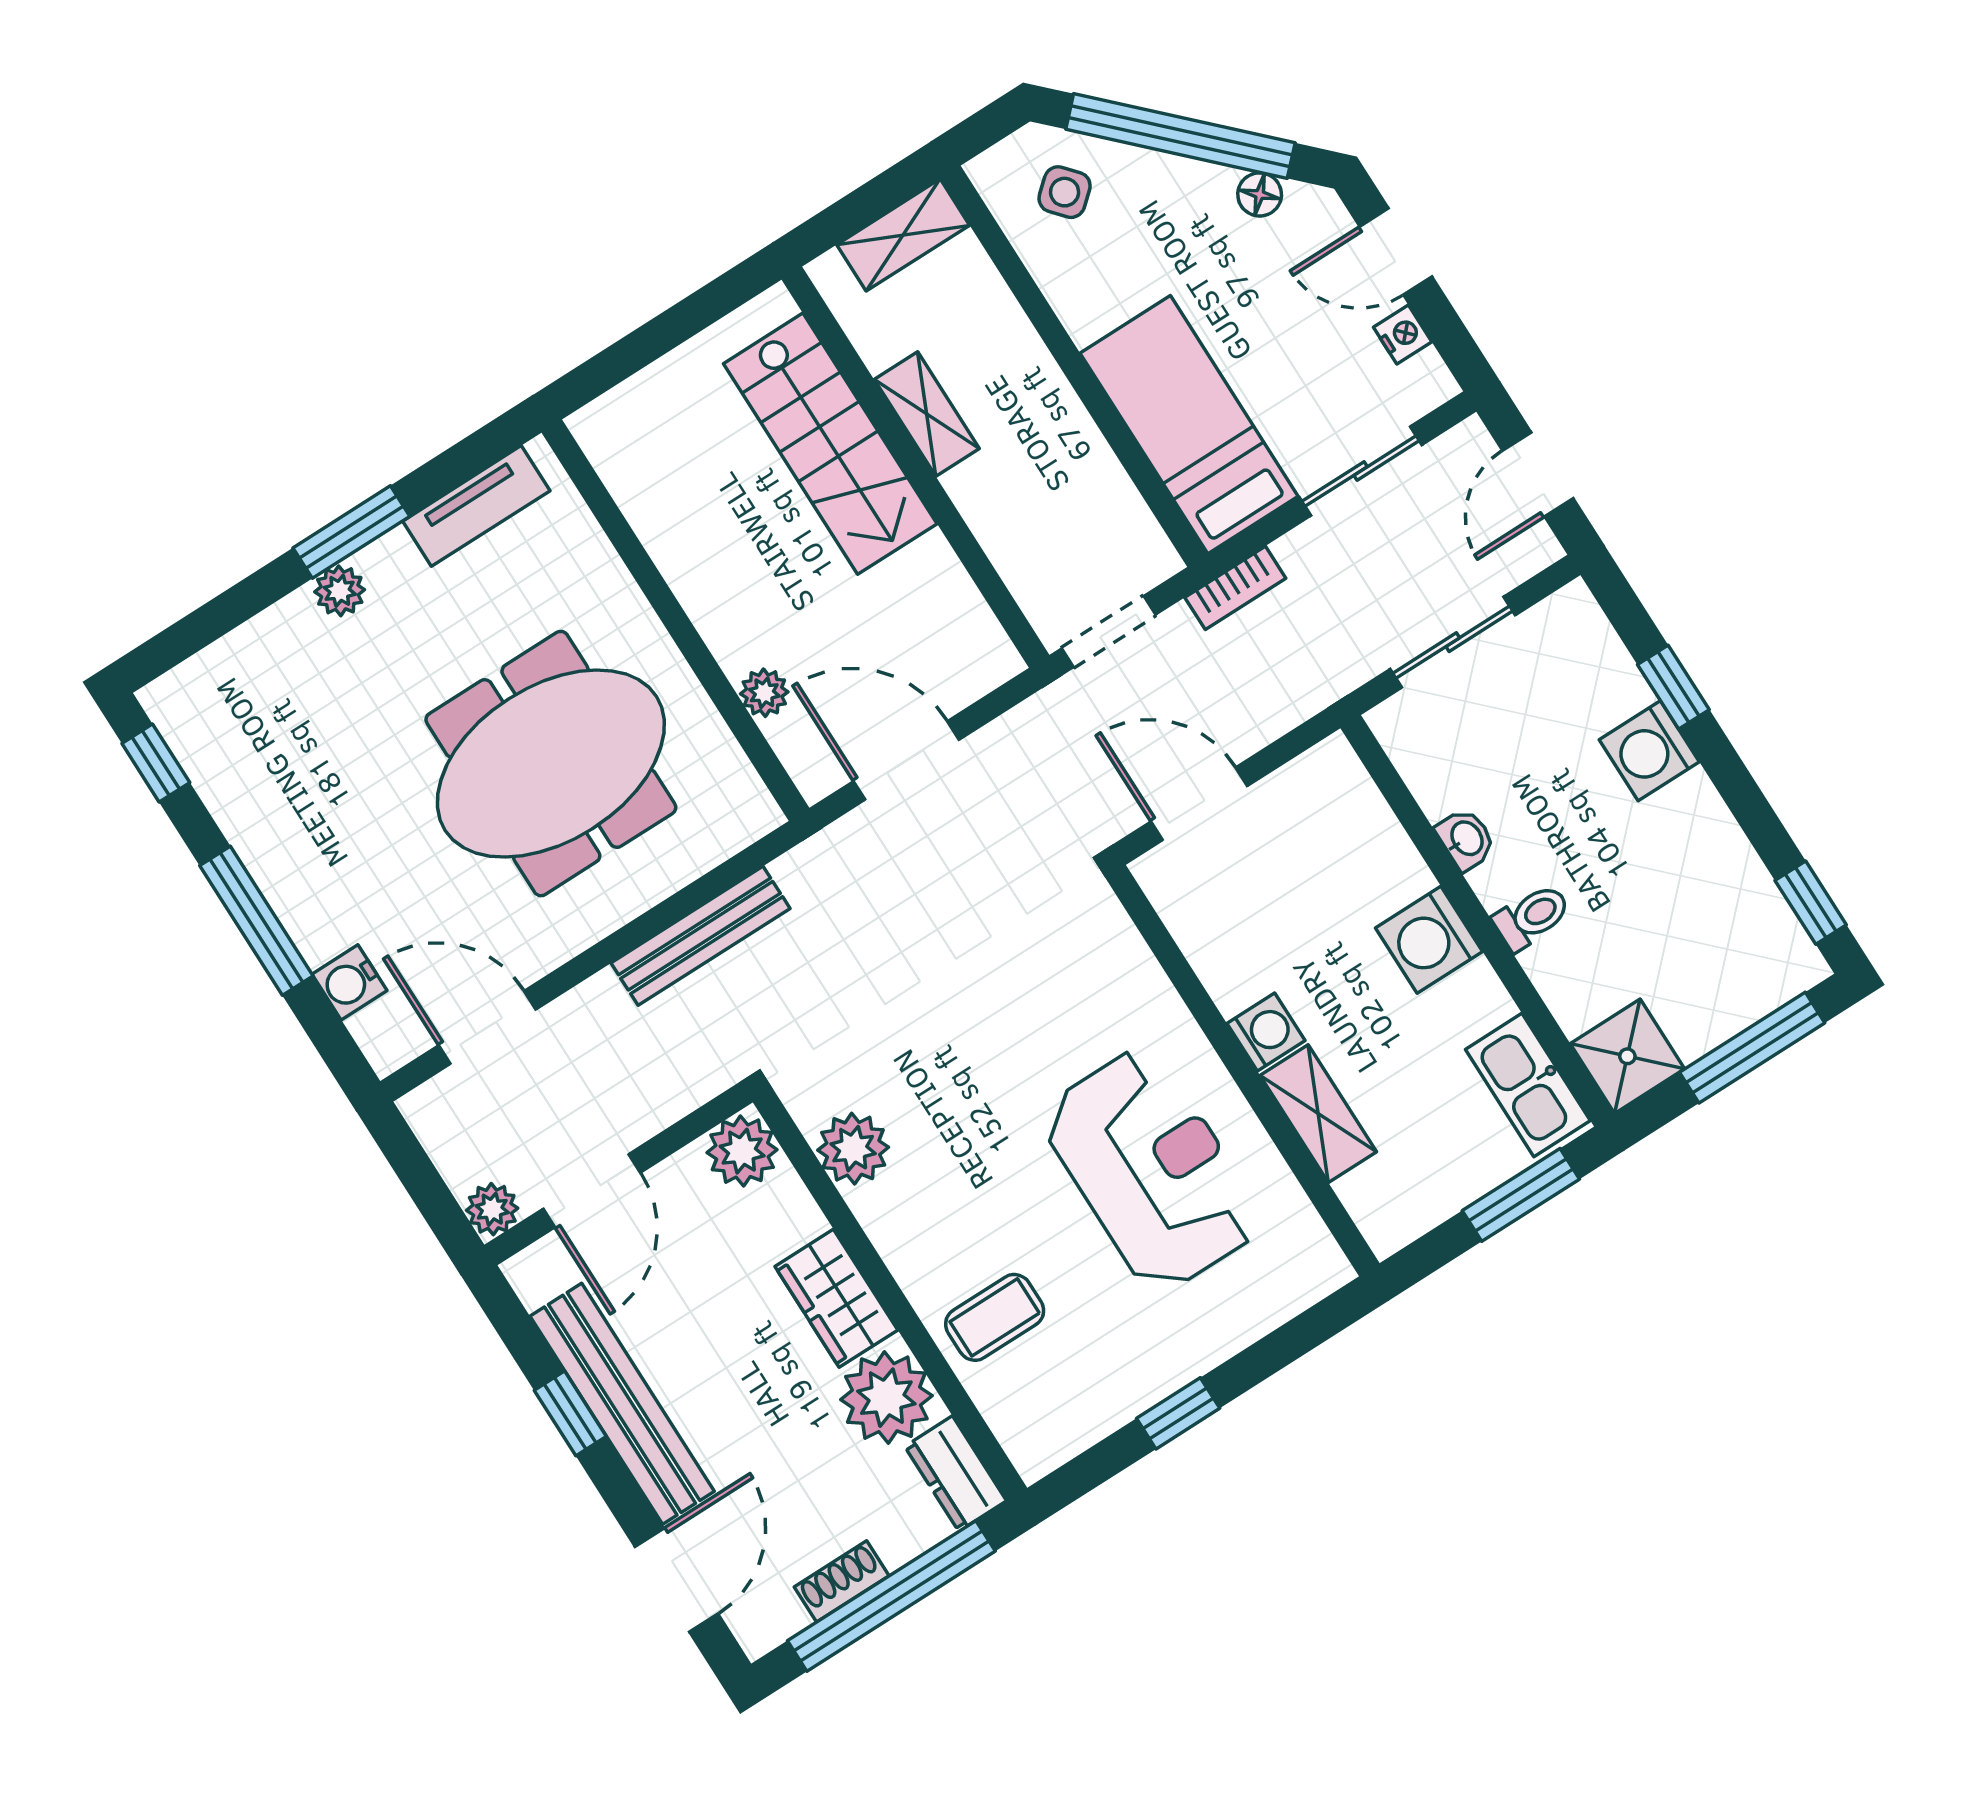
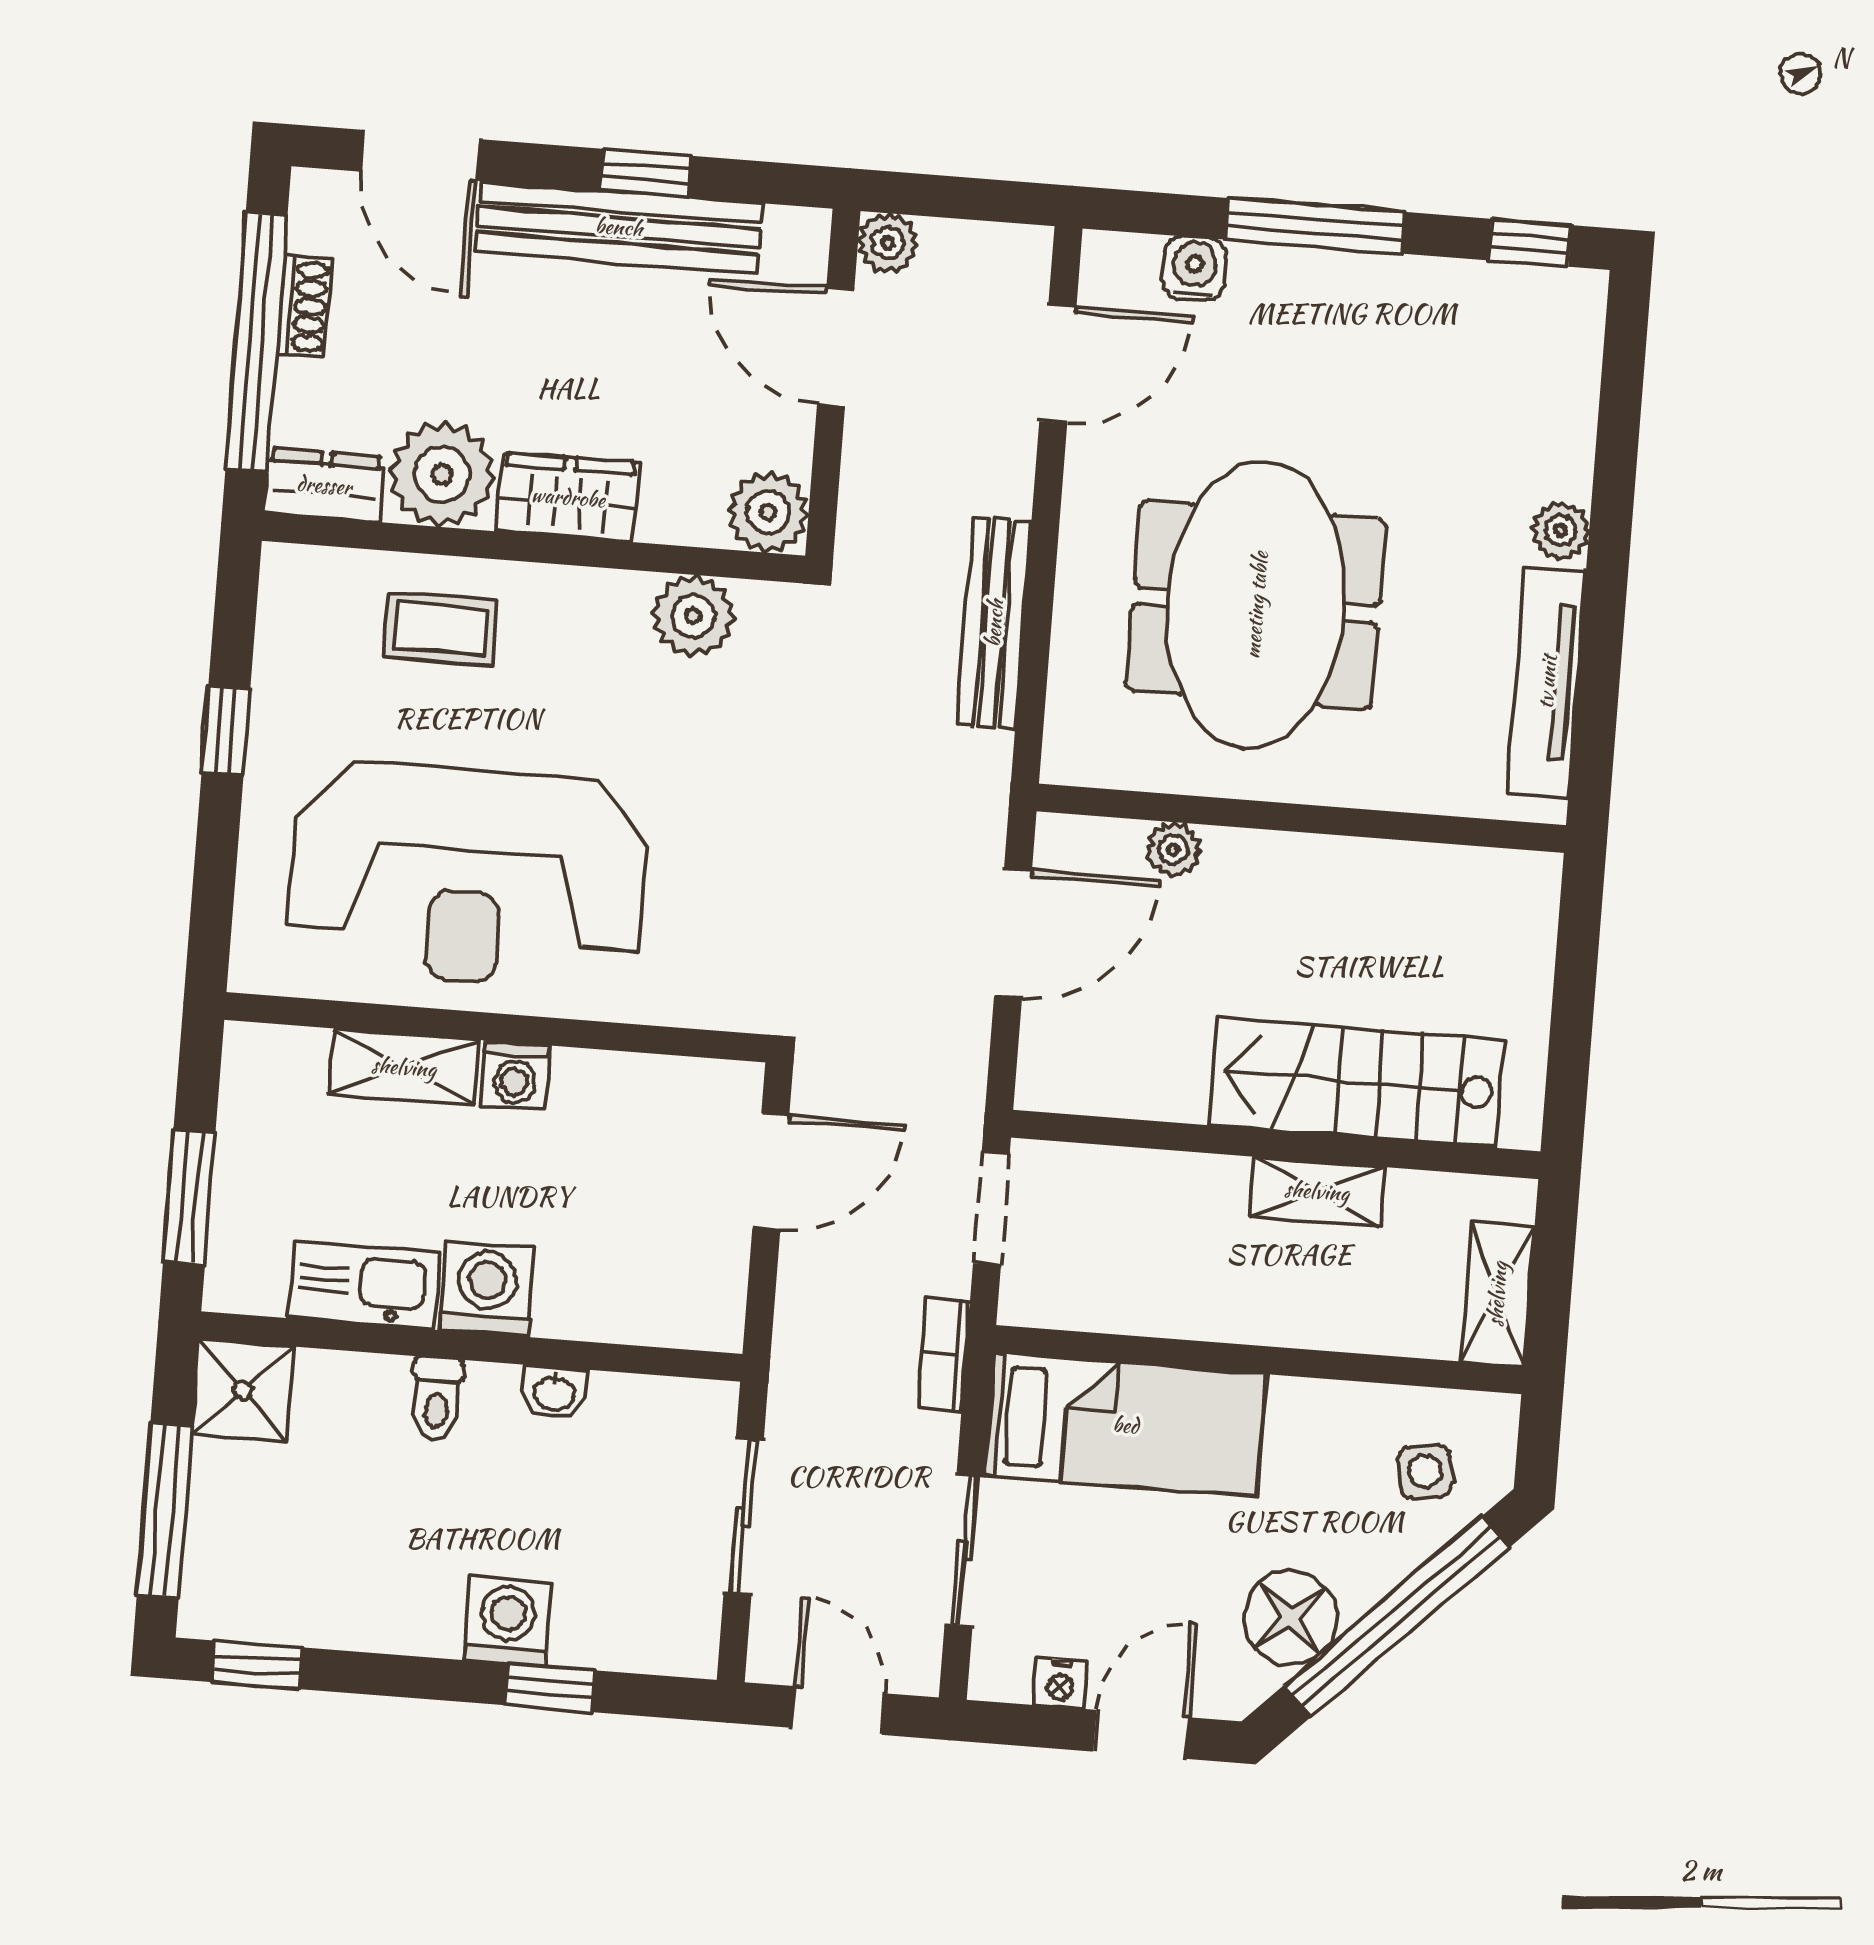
side table: (1065, 192) -> (1425, 1471), turned 33
floor lamp: (1260, 194) -> (1291, 1618), width x1.89, depth x1.89
tv unit: (476, 506) -> (1547, 682), width x1.41
window: (351, 532) -> (1606, 582), removed
kitchen sink: (1528, 1085) -> (364, 1285), moved
reception desk: (1152, 1170) -> (468, 875), width x1.36, depth x1.30
coffee table: (995, 1317) -> (441, 629), turned 90

